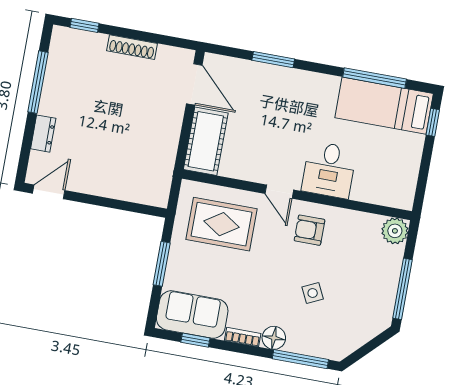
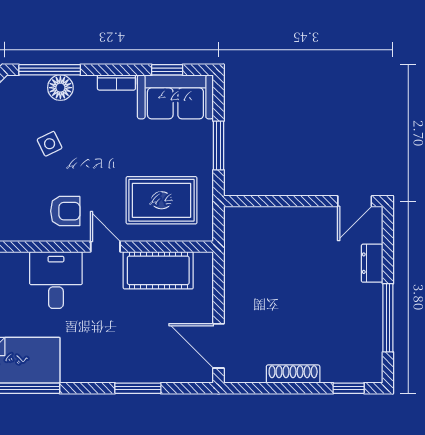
cot: (206, 141) -> (158, 270), moved, turned 90
floor lamp: (274, 338) -> (60, 88), moved

